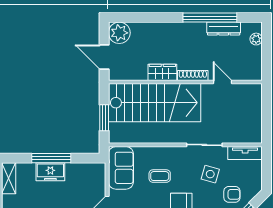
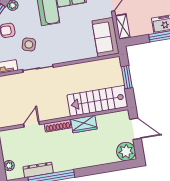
door: (222, 82) -> (31, 124), swing flipped
stairs: (155, 103) -> (97, 101), width x0.73, depth x0.66
coffee table: (160, 176) -> (71, 36), removed
shelving: (99, 177) -> (123, 27), added

